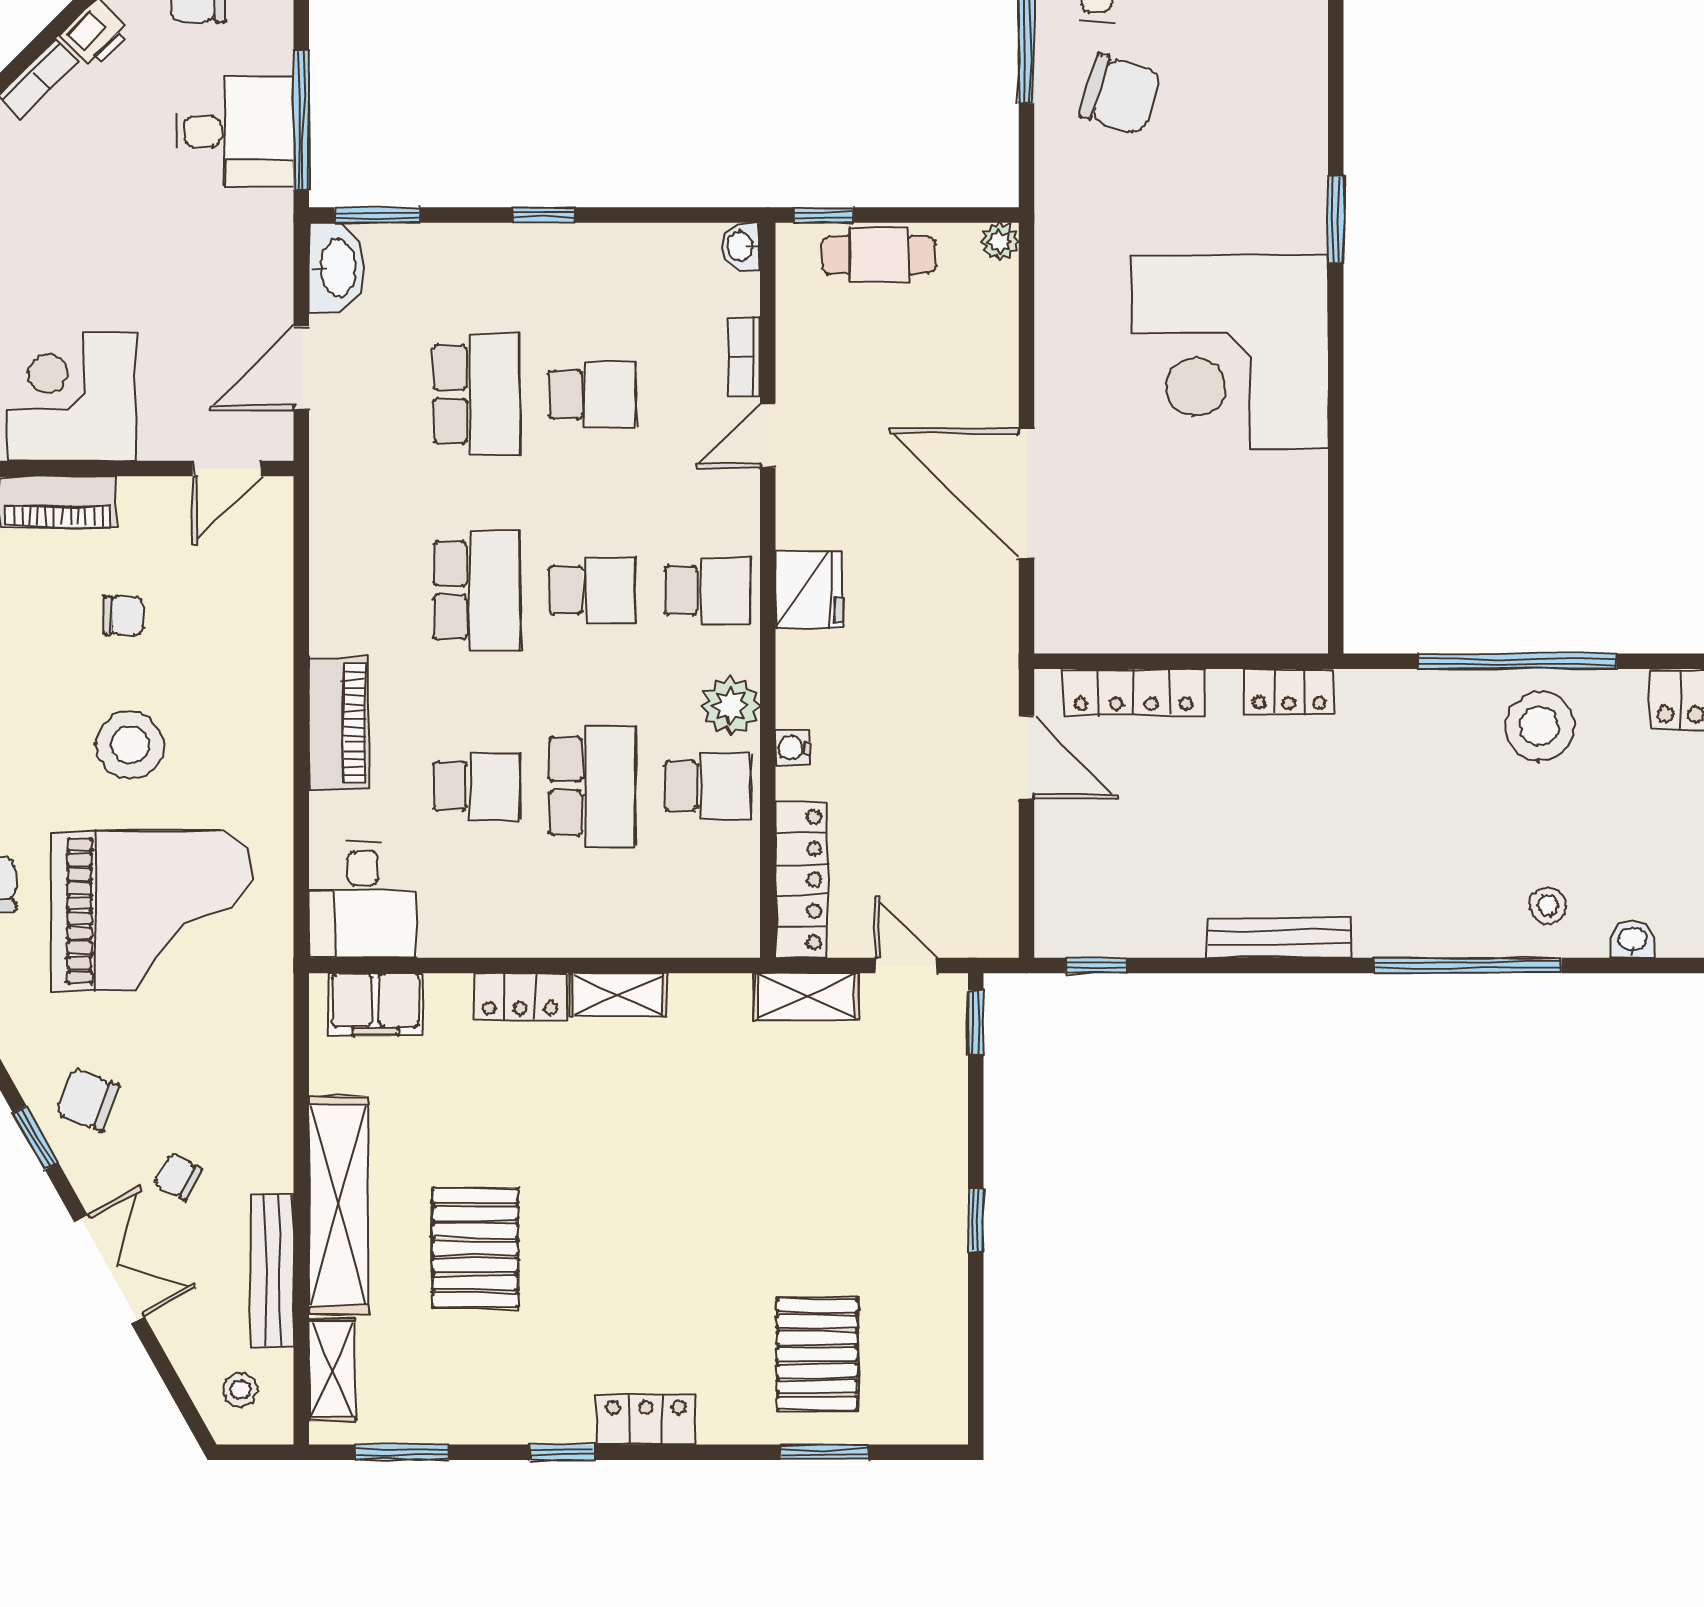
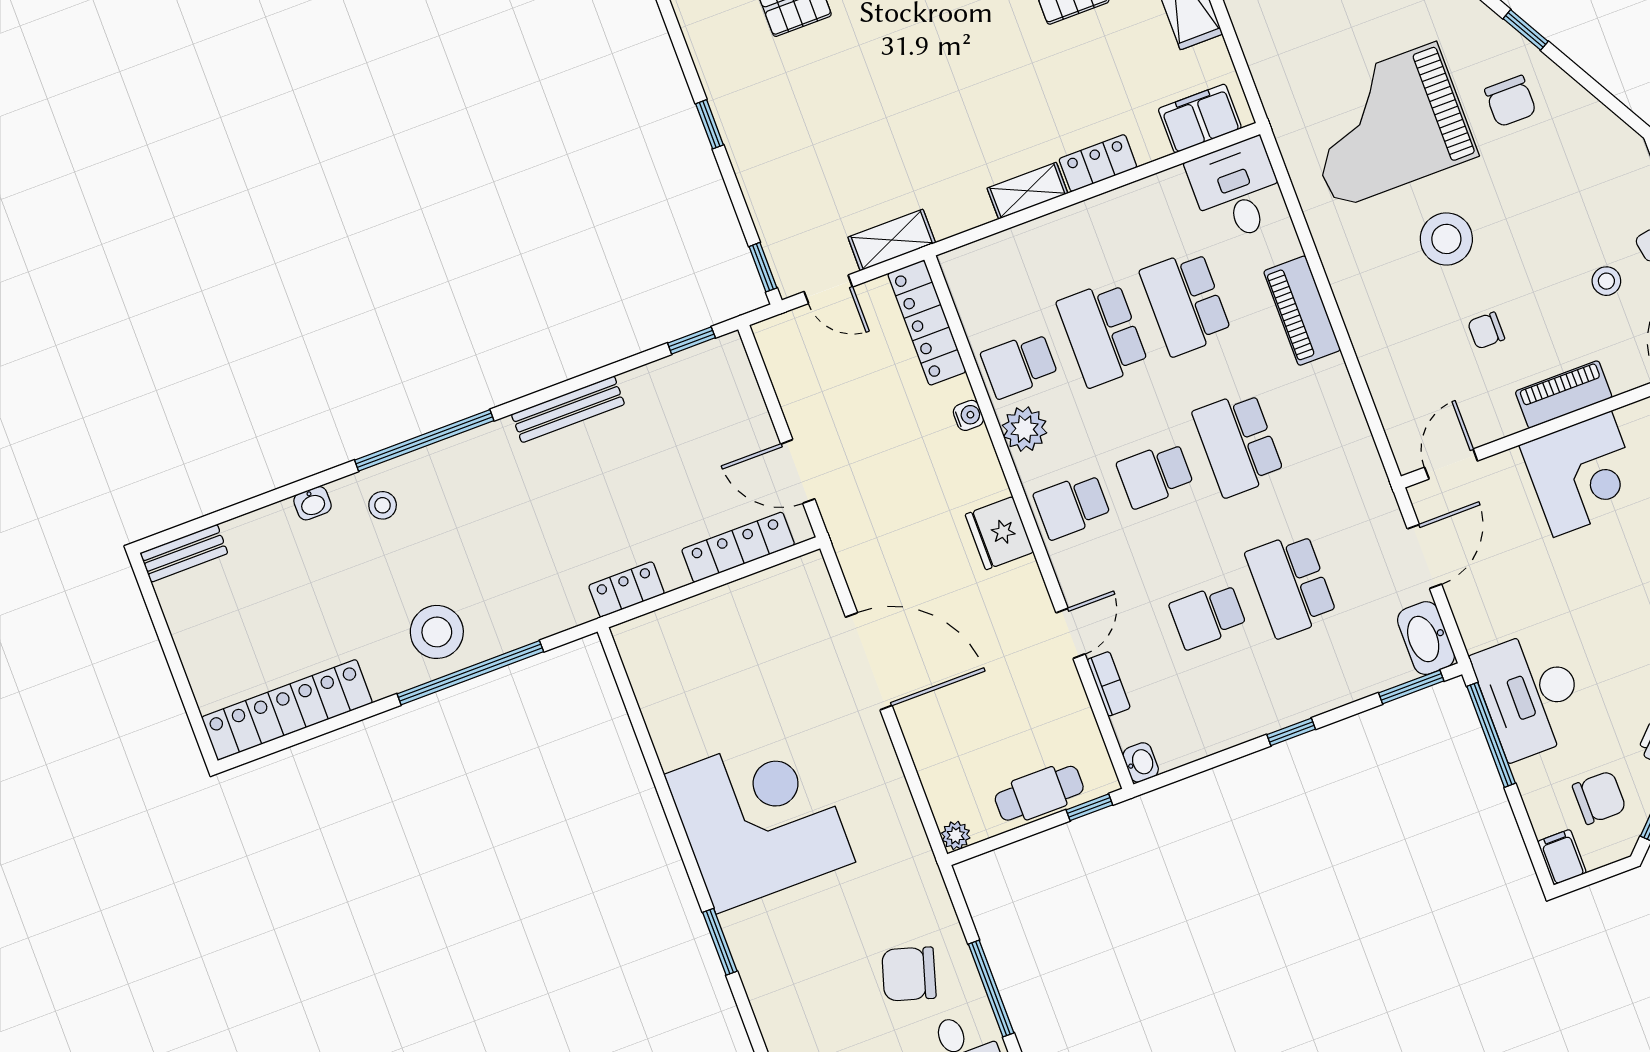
desk: (235, 131) -> (1531, 694), width x1.37
school desk: (477, 786) -> (1186, 303), width x1.85

